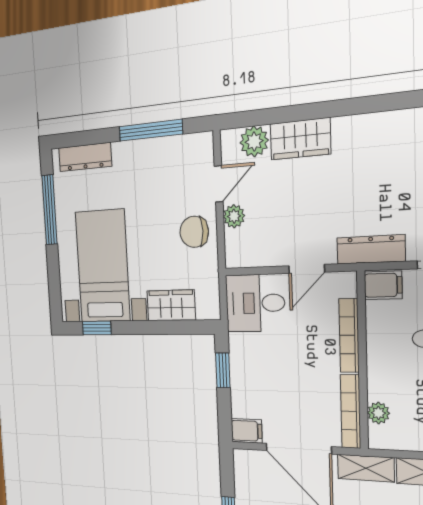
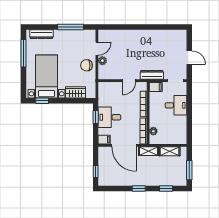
wardrobe: (300, 139) -> (128, 36), removed
plant: (254, 141) -> (111, 35), removed
desk: (255, 303) -> (109, 117), moved

